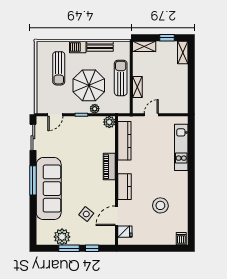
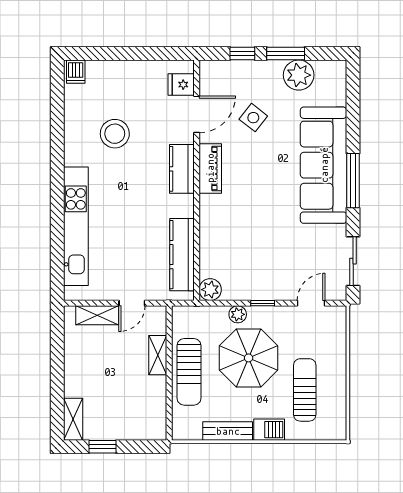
shelving: (144, 46) -> (97, 315), moved
kitchen unit: (181, 147) -> (76, 226), width x1.36
piano: (109, 167) -> (210, 168), moved

